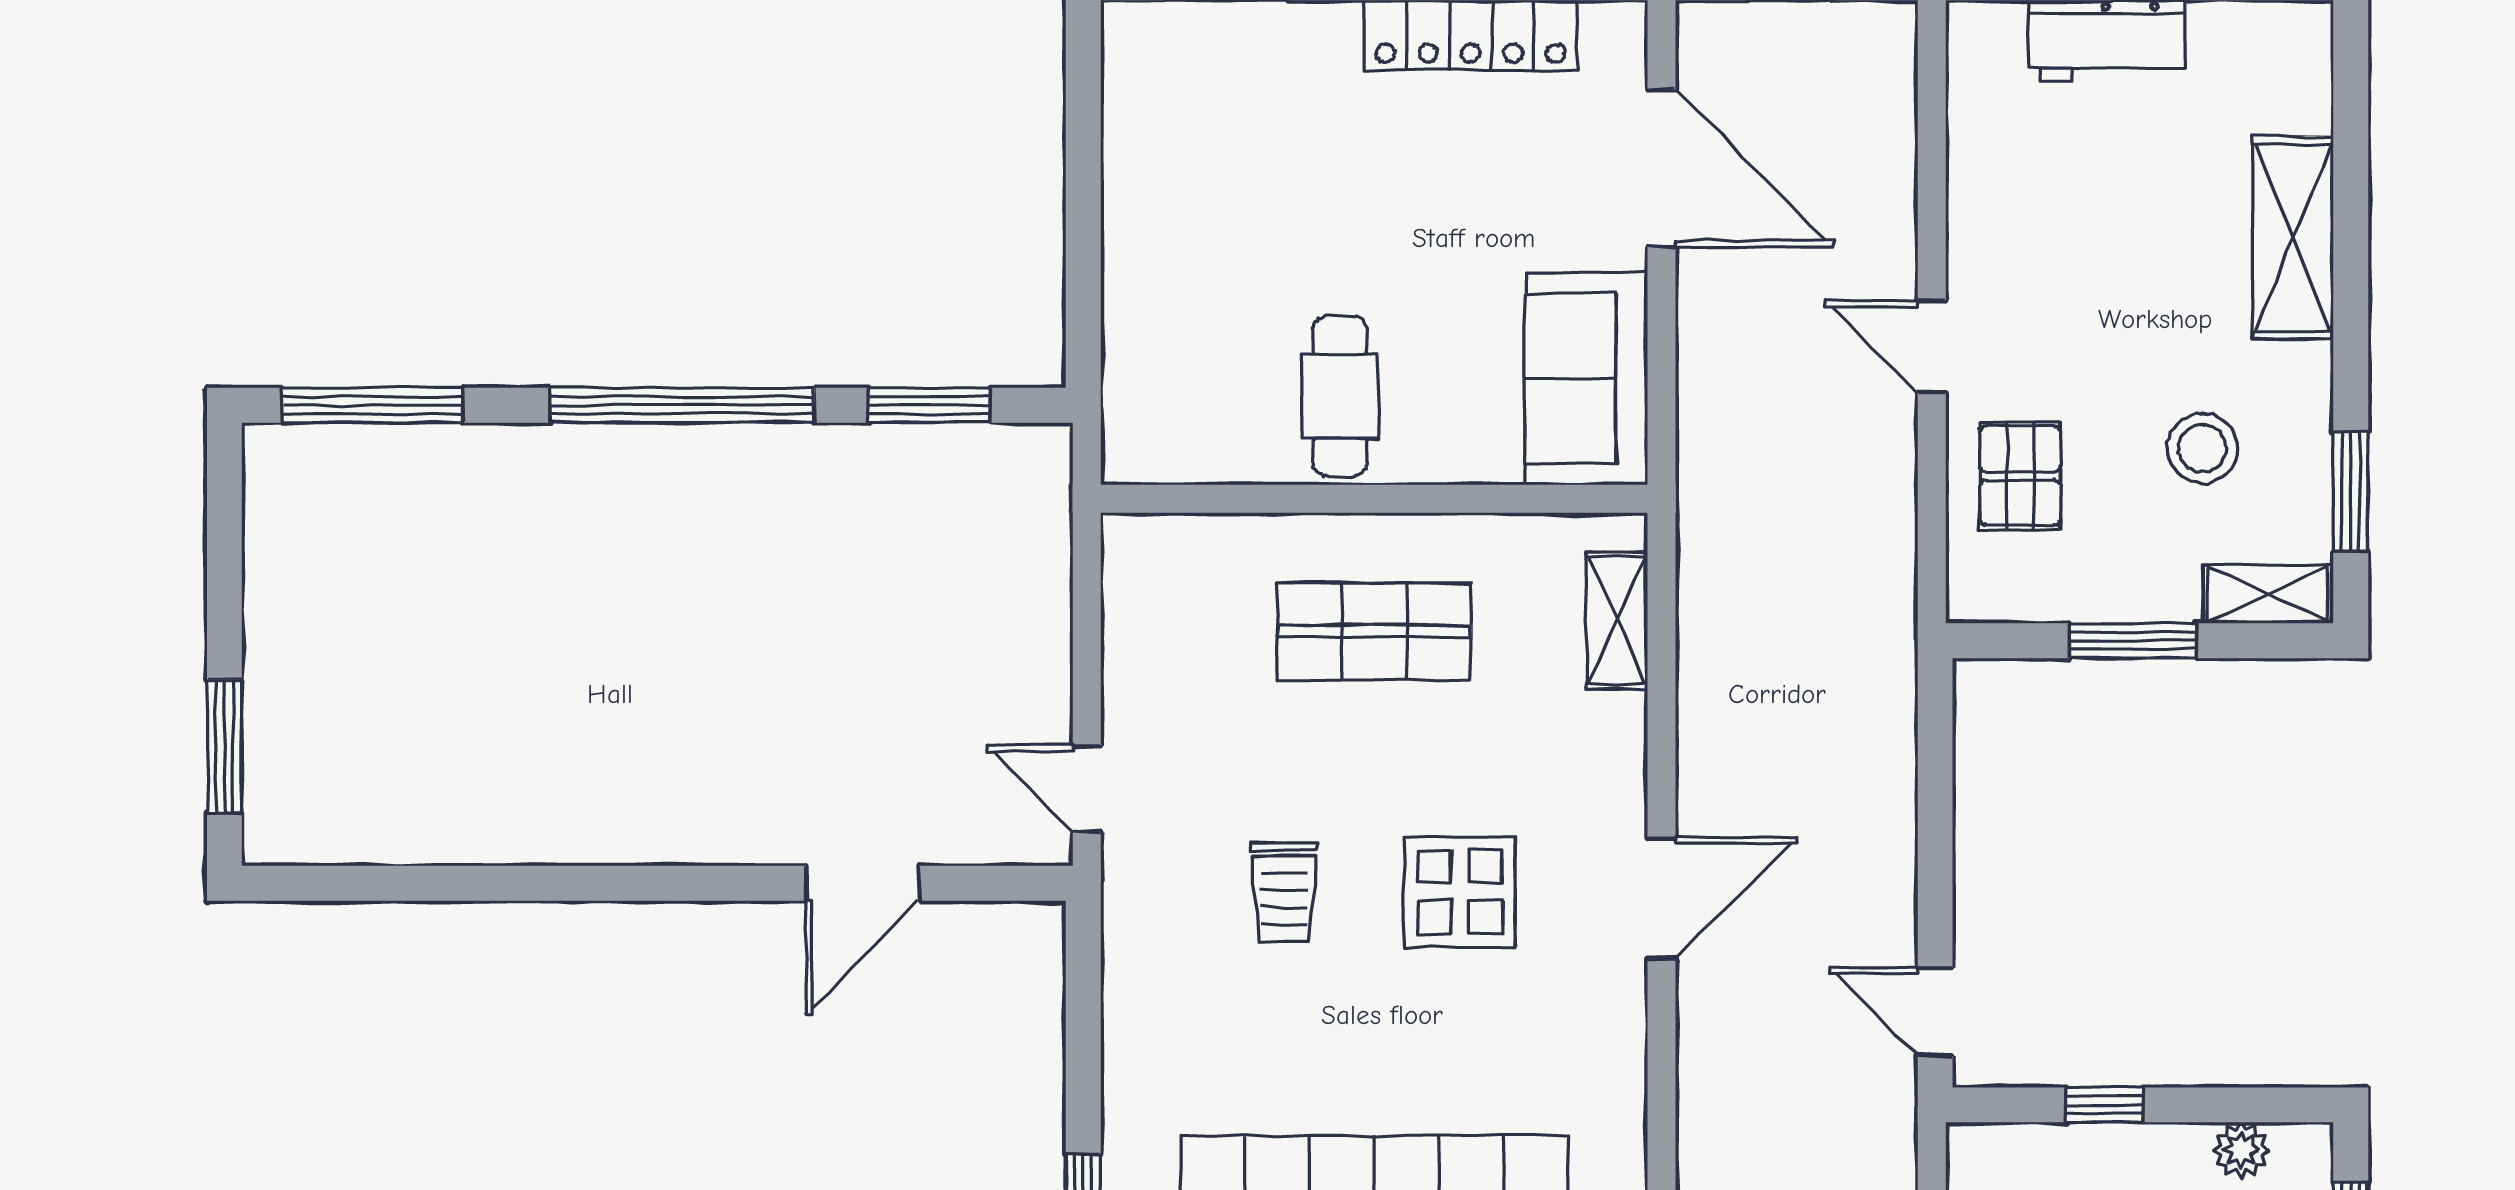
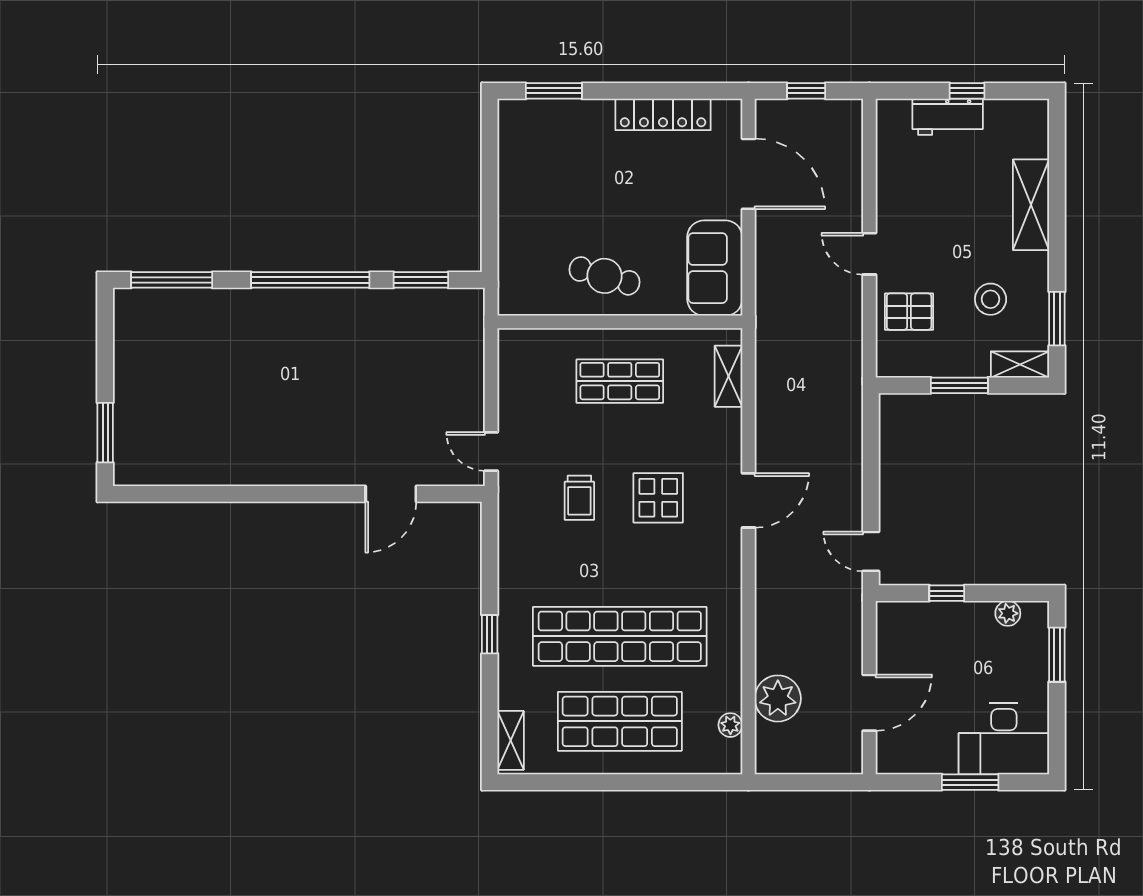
cafe table: (1340, 396) -> (604, 276), turned -74
pallet: (2020, 476) -> (909, 312), turned 90

